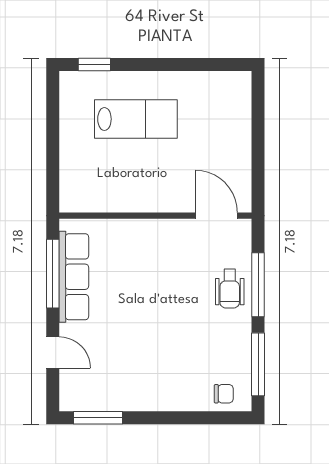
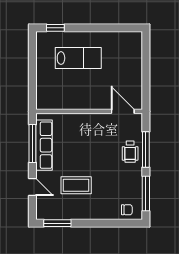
coffee table: (132, 349) -> (76, 185), added

